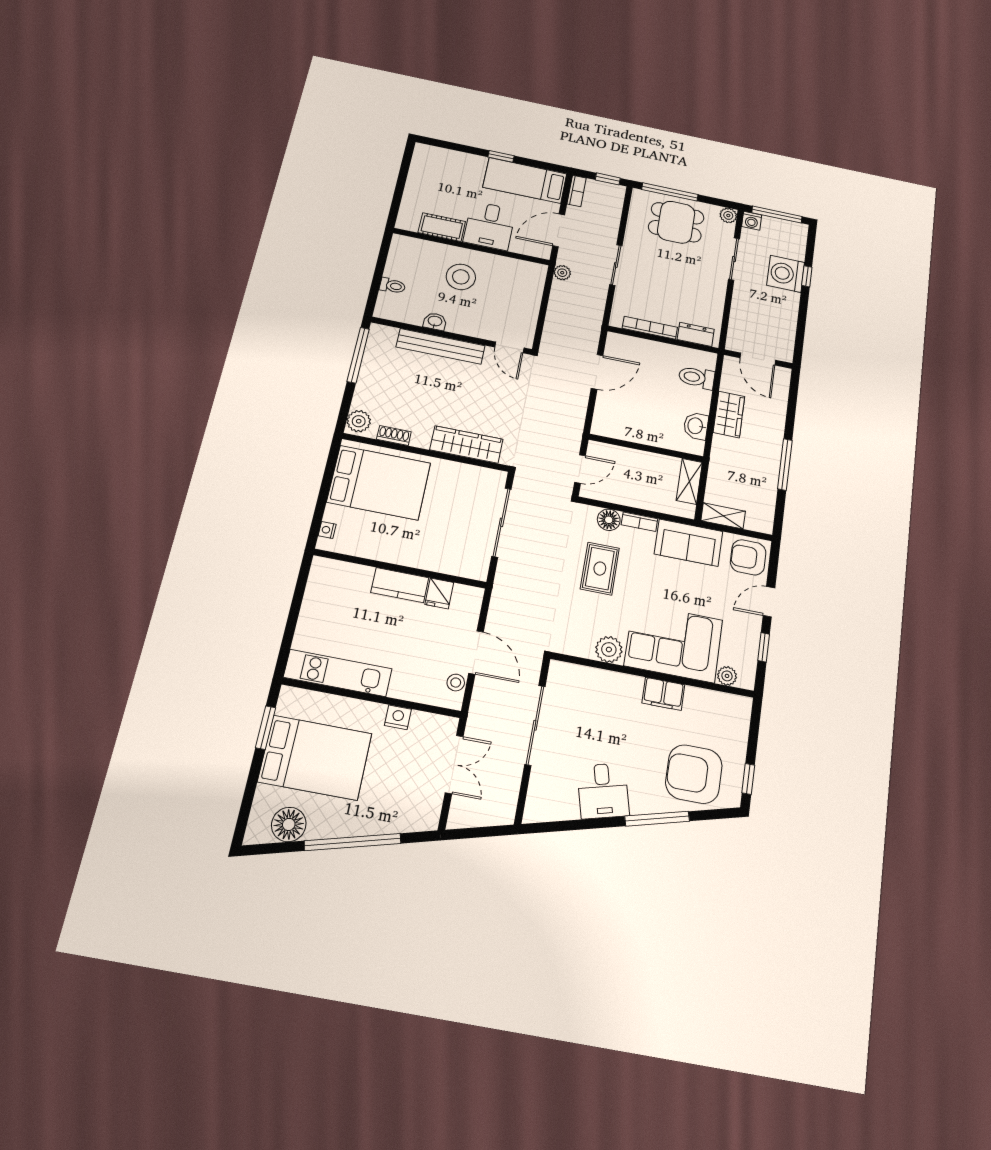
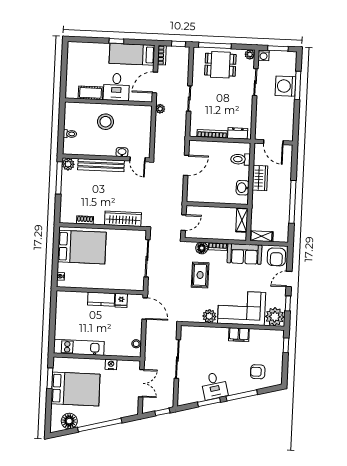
window: (777, 215) -> (278, 48), width x0.69
window: (807, 276) -> (298, 85), width x2.17
washbasin: (435, 321) -> (122, 152), moved
plant: (359, 421) -> (68, 164), moved
window: (785, 464) -> (292, 202), width x1.46
armchair: (748, 557) -> (276, 257), turned -90
door: (476, 653) -> (145, 308), moved
plant: (727, 676) -> (275, 317), width x1.87, depth x1.87
armchair: (694, 774) -> (258, 372), width x0.53, depth x0.53
window: (748, 779) -> (286, 345), moved
window: (589, 824) -> (209, 402), added
window: (489, 832) -> (162, 412), added

